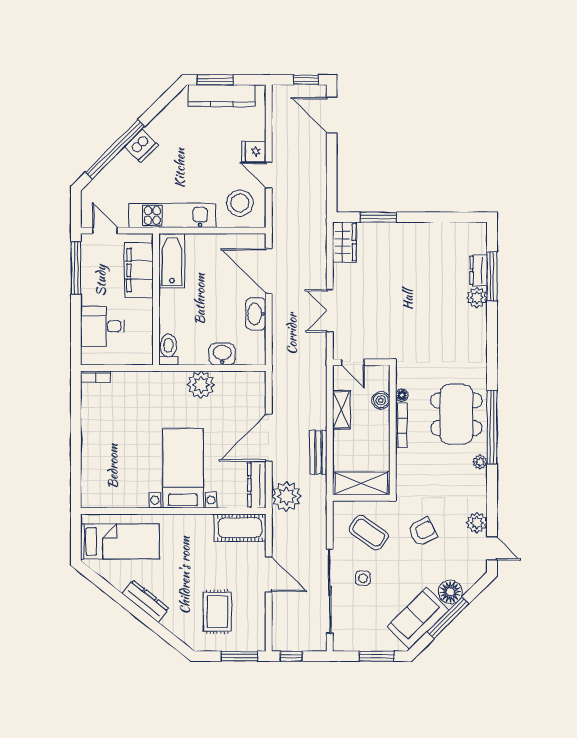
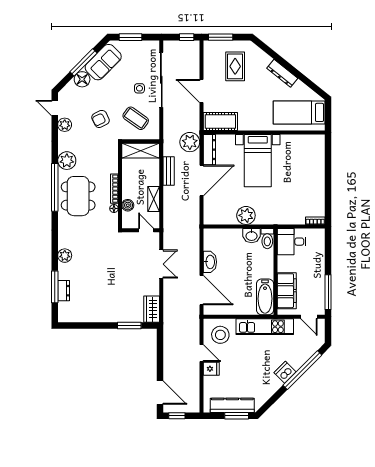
plant: (477, 298) -> (65, 256), moved
desk: (102, 326) -> (292, 242), moved, turned 180
washbasin: (222, 354) -> (252, 236), moved
plant: (480, 462) -> (67, 161), width x1.88, depth x1.88

